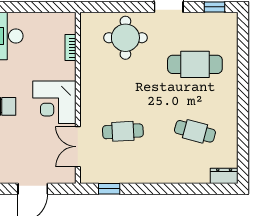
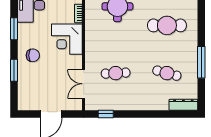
corner desk: (54, 102) -> (67, 39), moved
window: (243, 116) -> (201, 62), added
dresser: (224, 176) -> (183, 105), width x1.44

